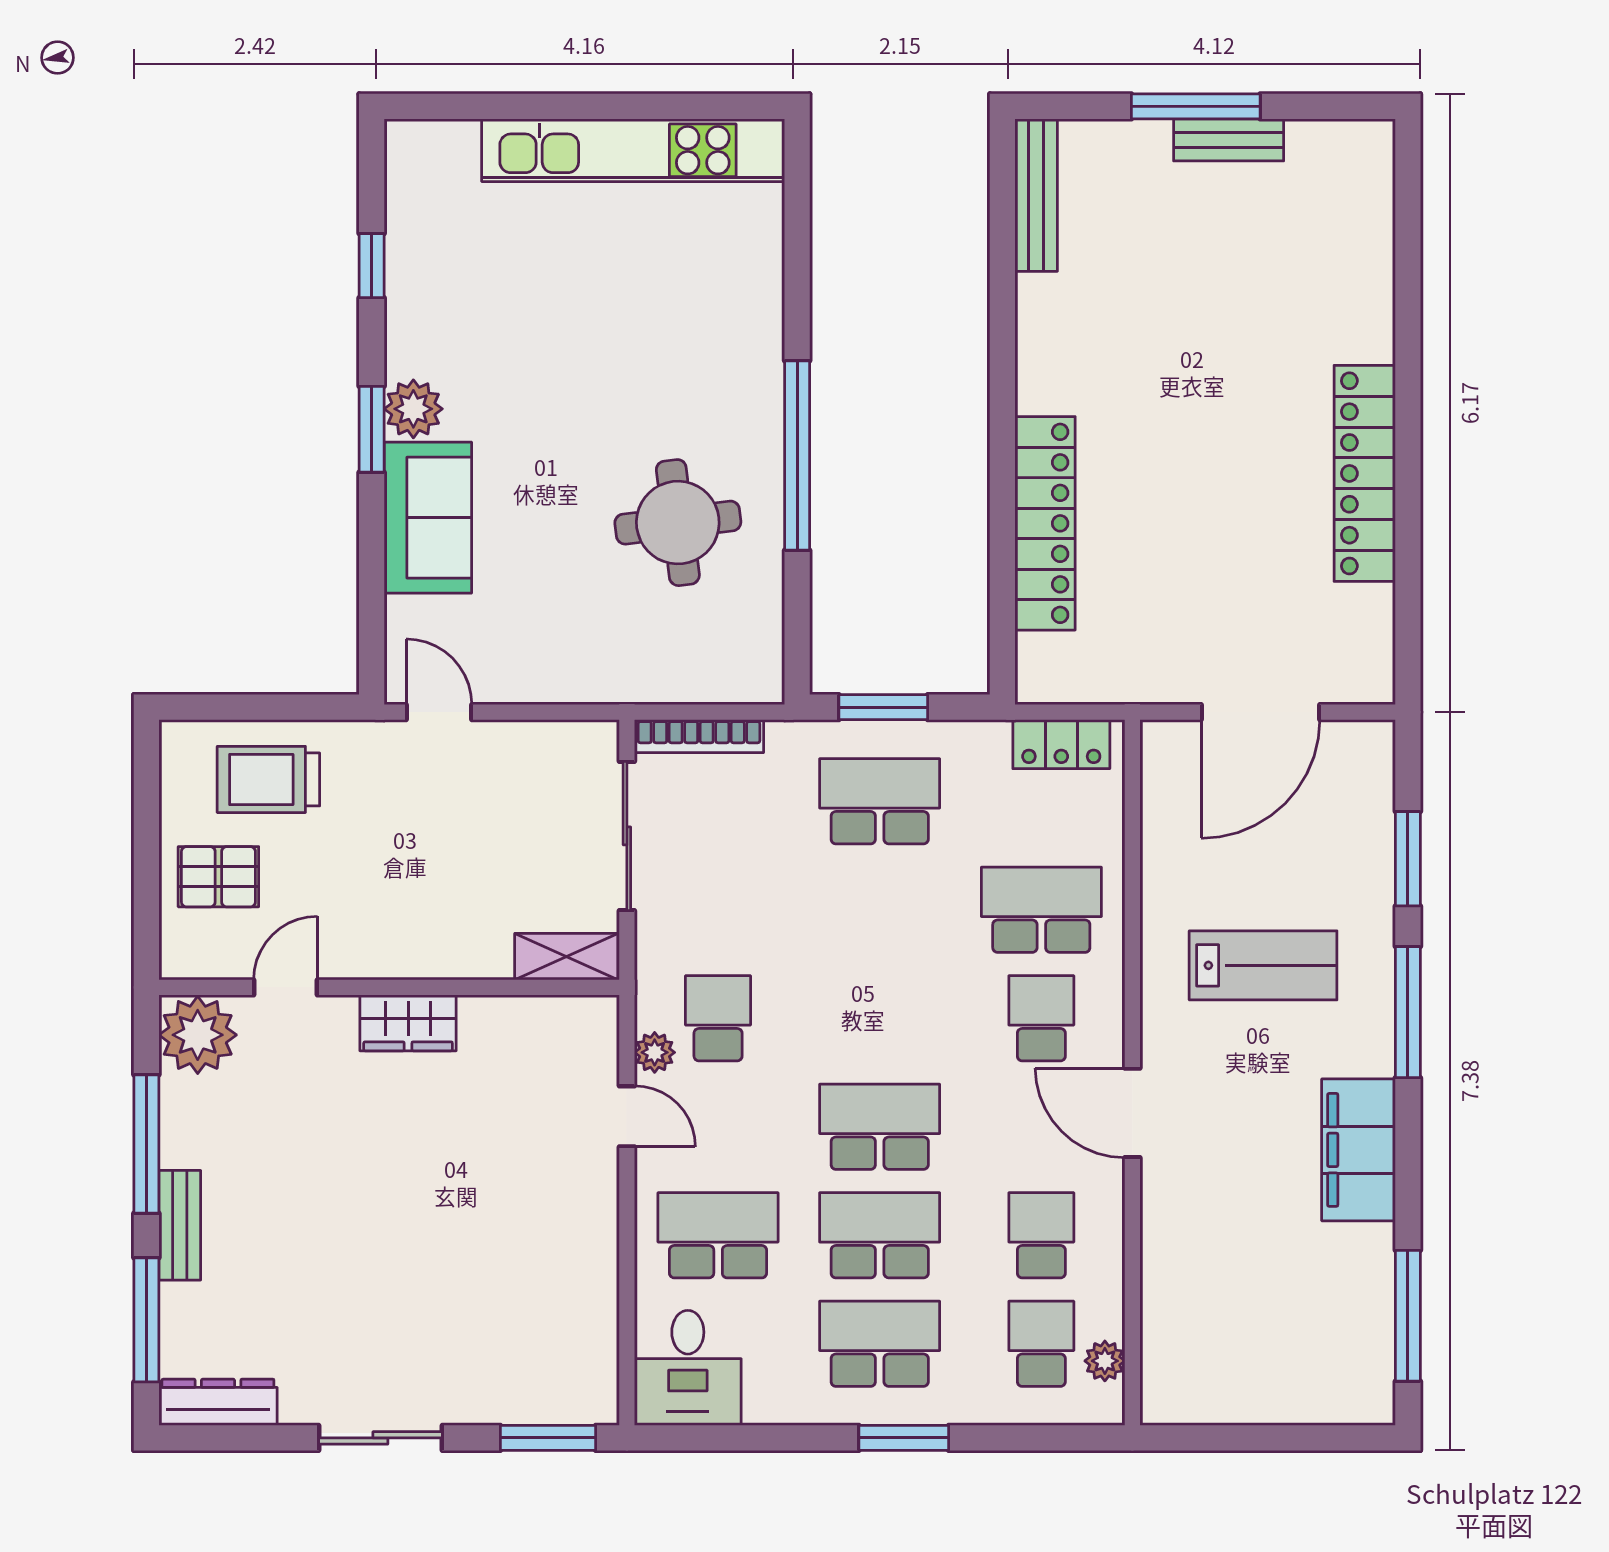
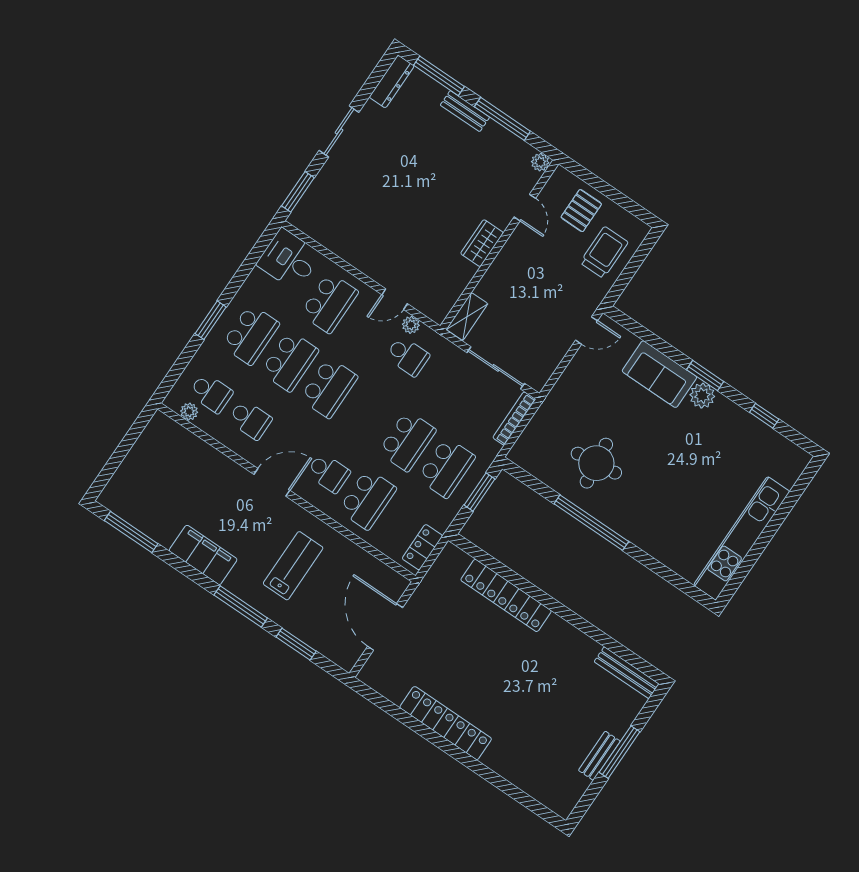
school desk: (880, 910) -> (407, 441), added
lab bench: (1263, 965) -> (293, 566), turned 180
plant: (198, 1035) -> (540, 162), width x0.53, depth x0.53

